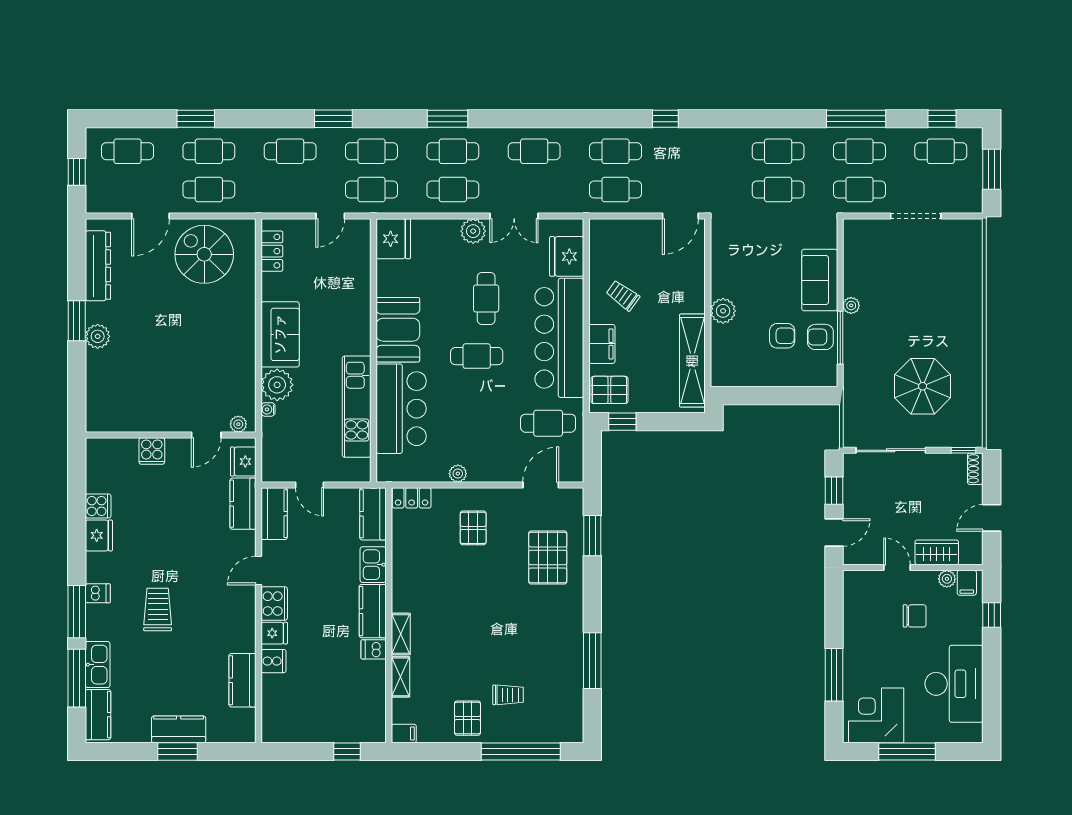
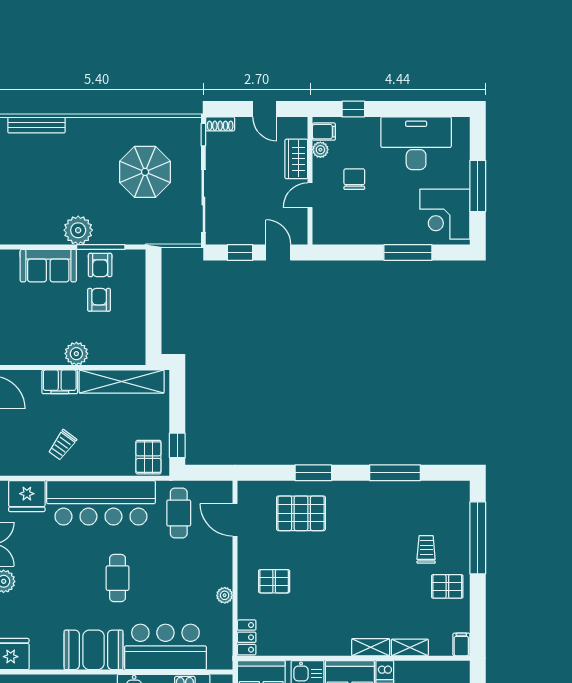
bench: (974, 267) -> (36, 125), added
cafe table: (486, 298) -> (65, 569), removed
plant: (851, 305) -> (78, 230), width x1.88, depth x1.88
filing cabinet: (602, 344) -> (60, 382), moved, turned 180
window: (592, 536) -> (313, 473), moved

